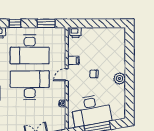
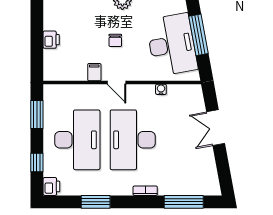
printer: (76, 33) -> (51, 40), moved

